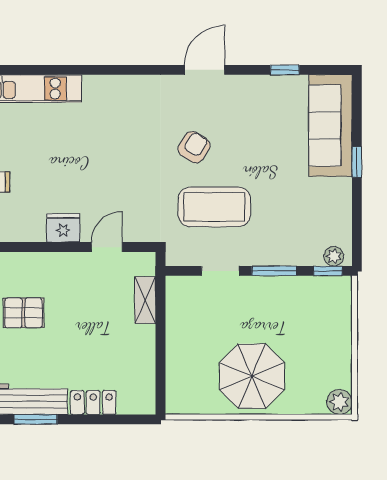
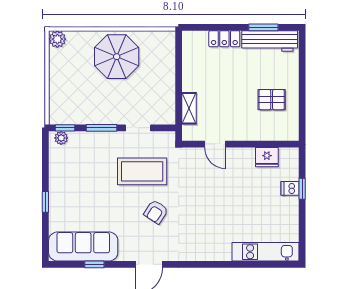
sofa: (330, 125) -> (83, 247), moved, turned -90
fridge: (63, 228) -> (267, 157), moved
door: (107, 247) -> (215, 144), hinge flipped

